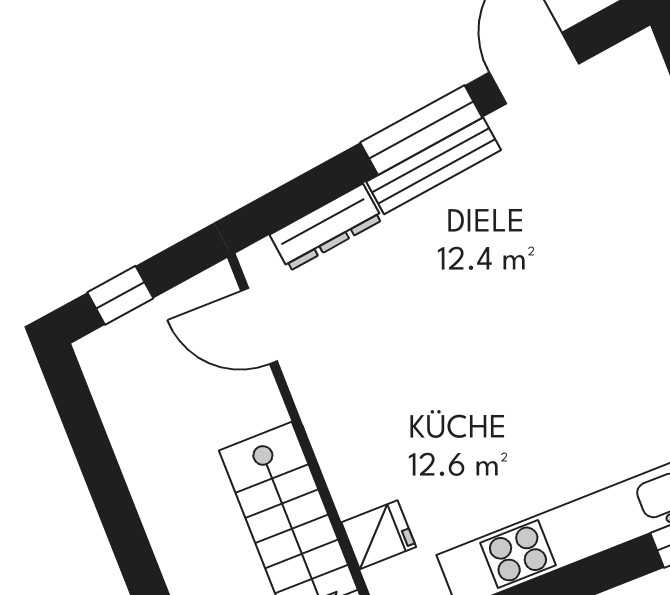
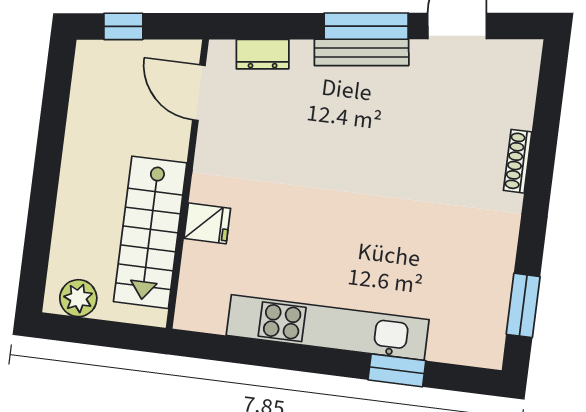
dresser: (326, 227) -> (263, 54), width x0.70
fridge: (379, 535) -> (207, 223), moved

